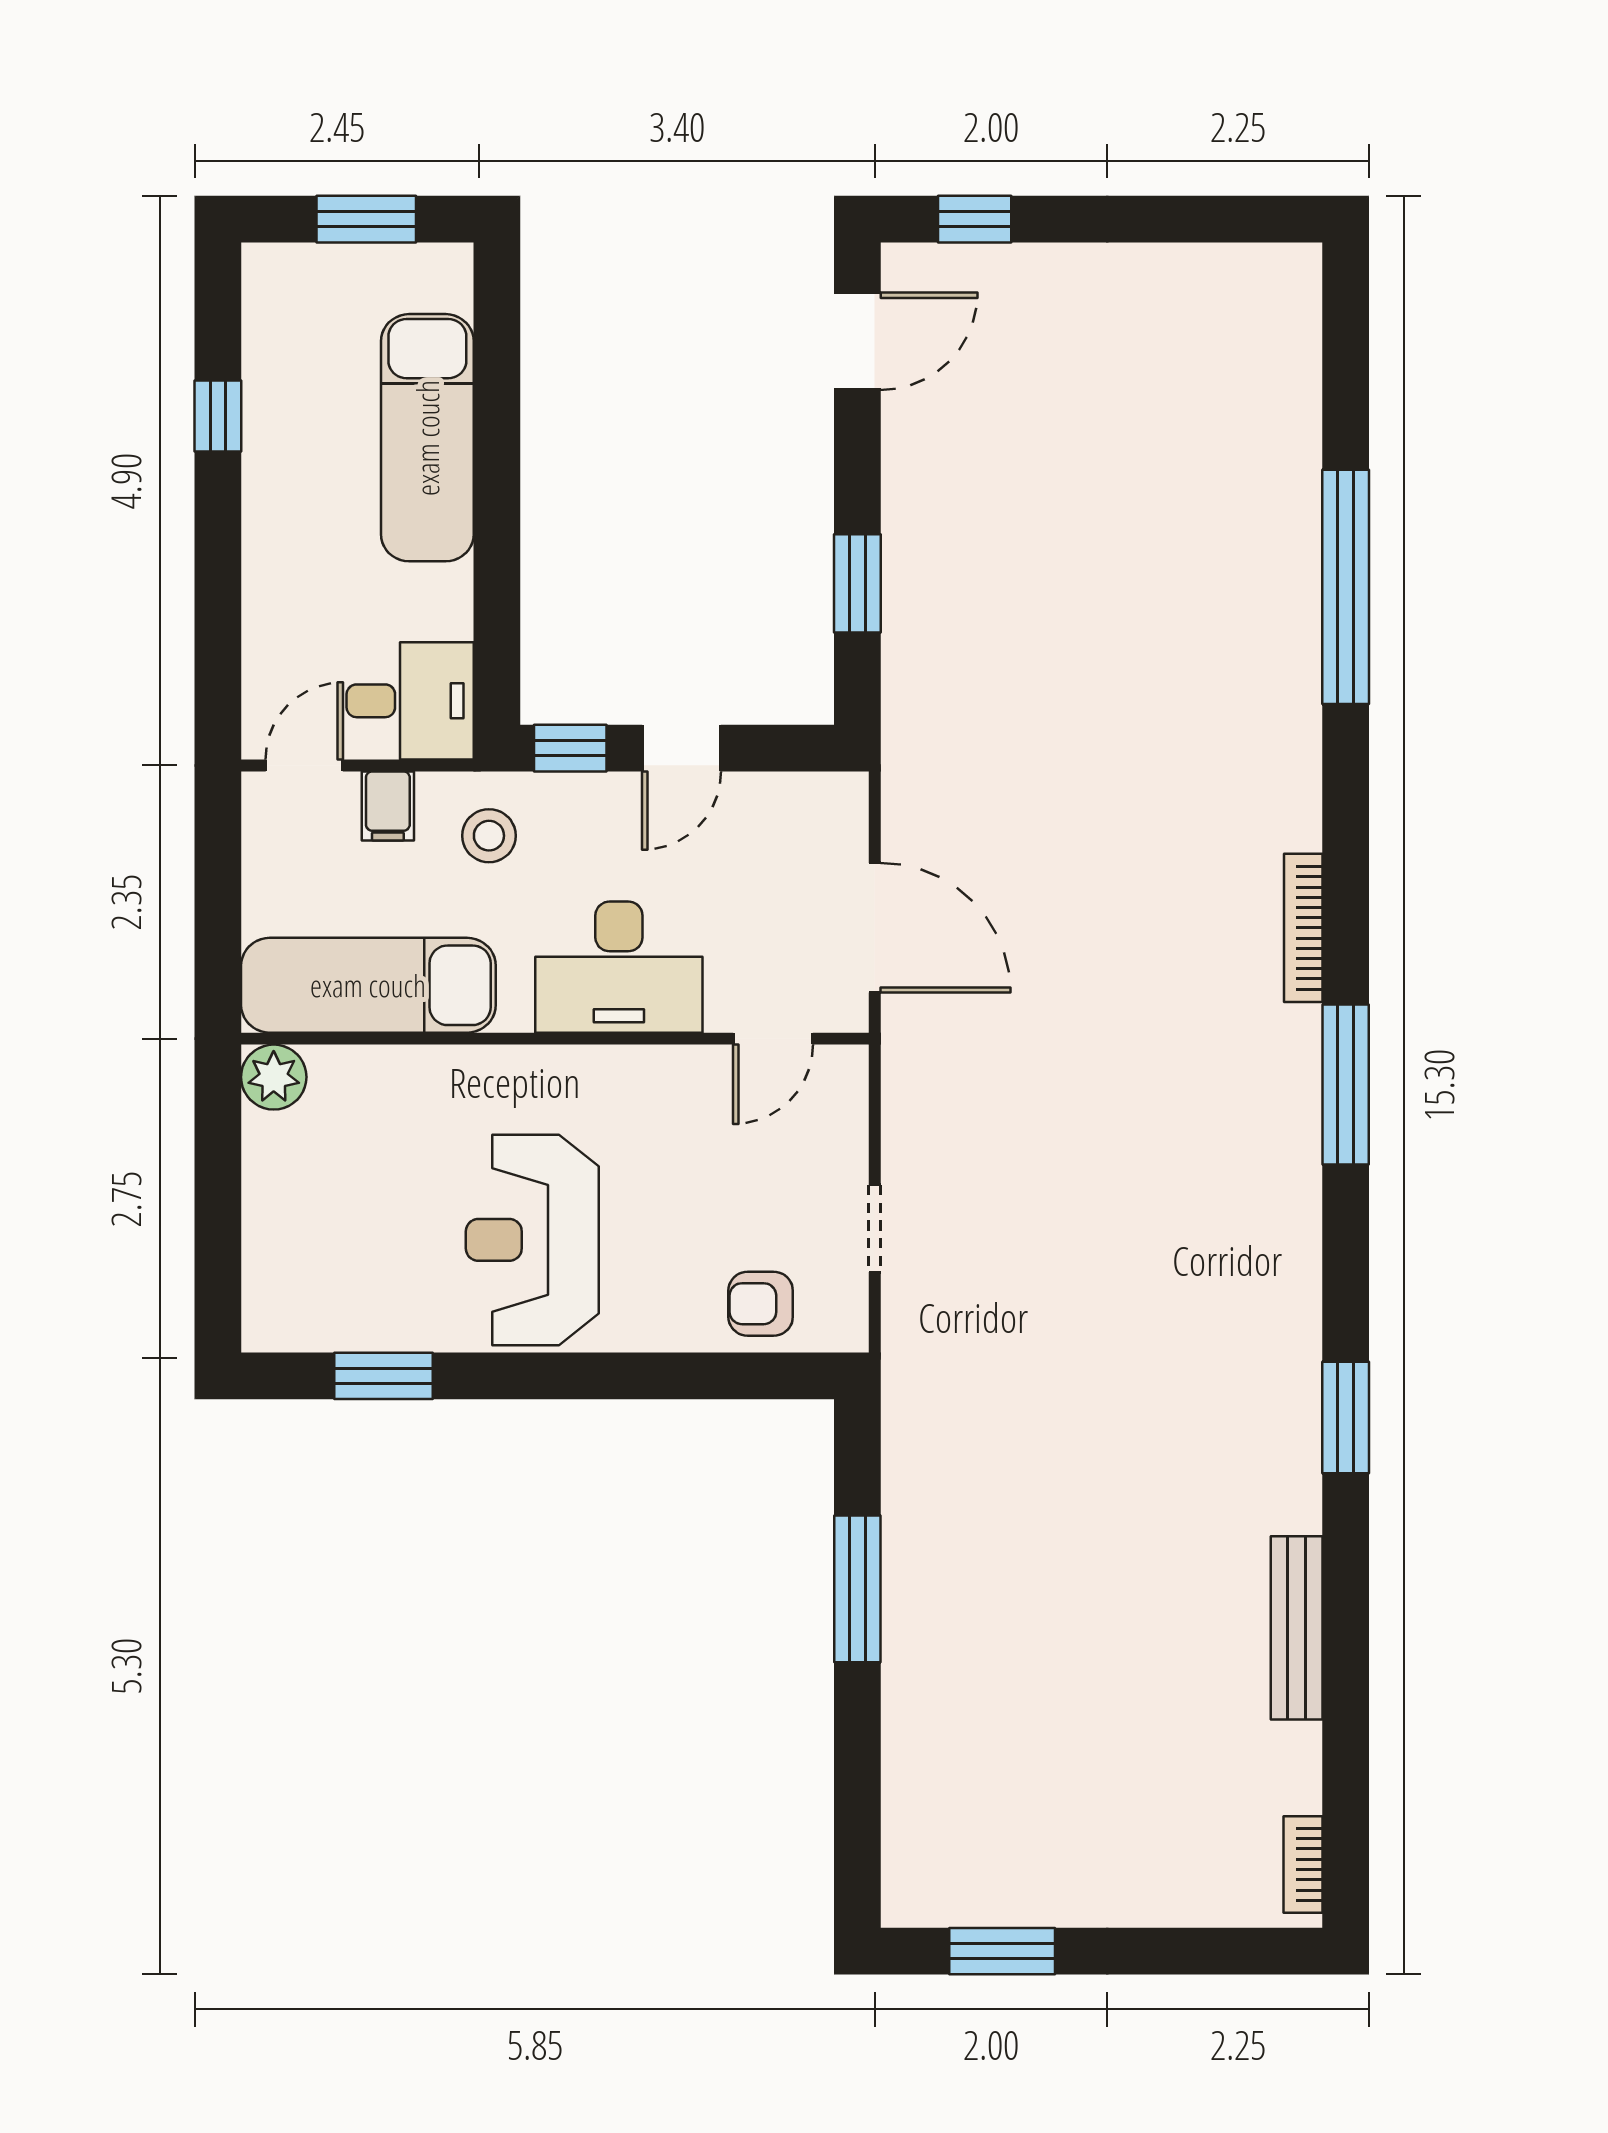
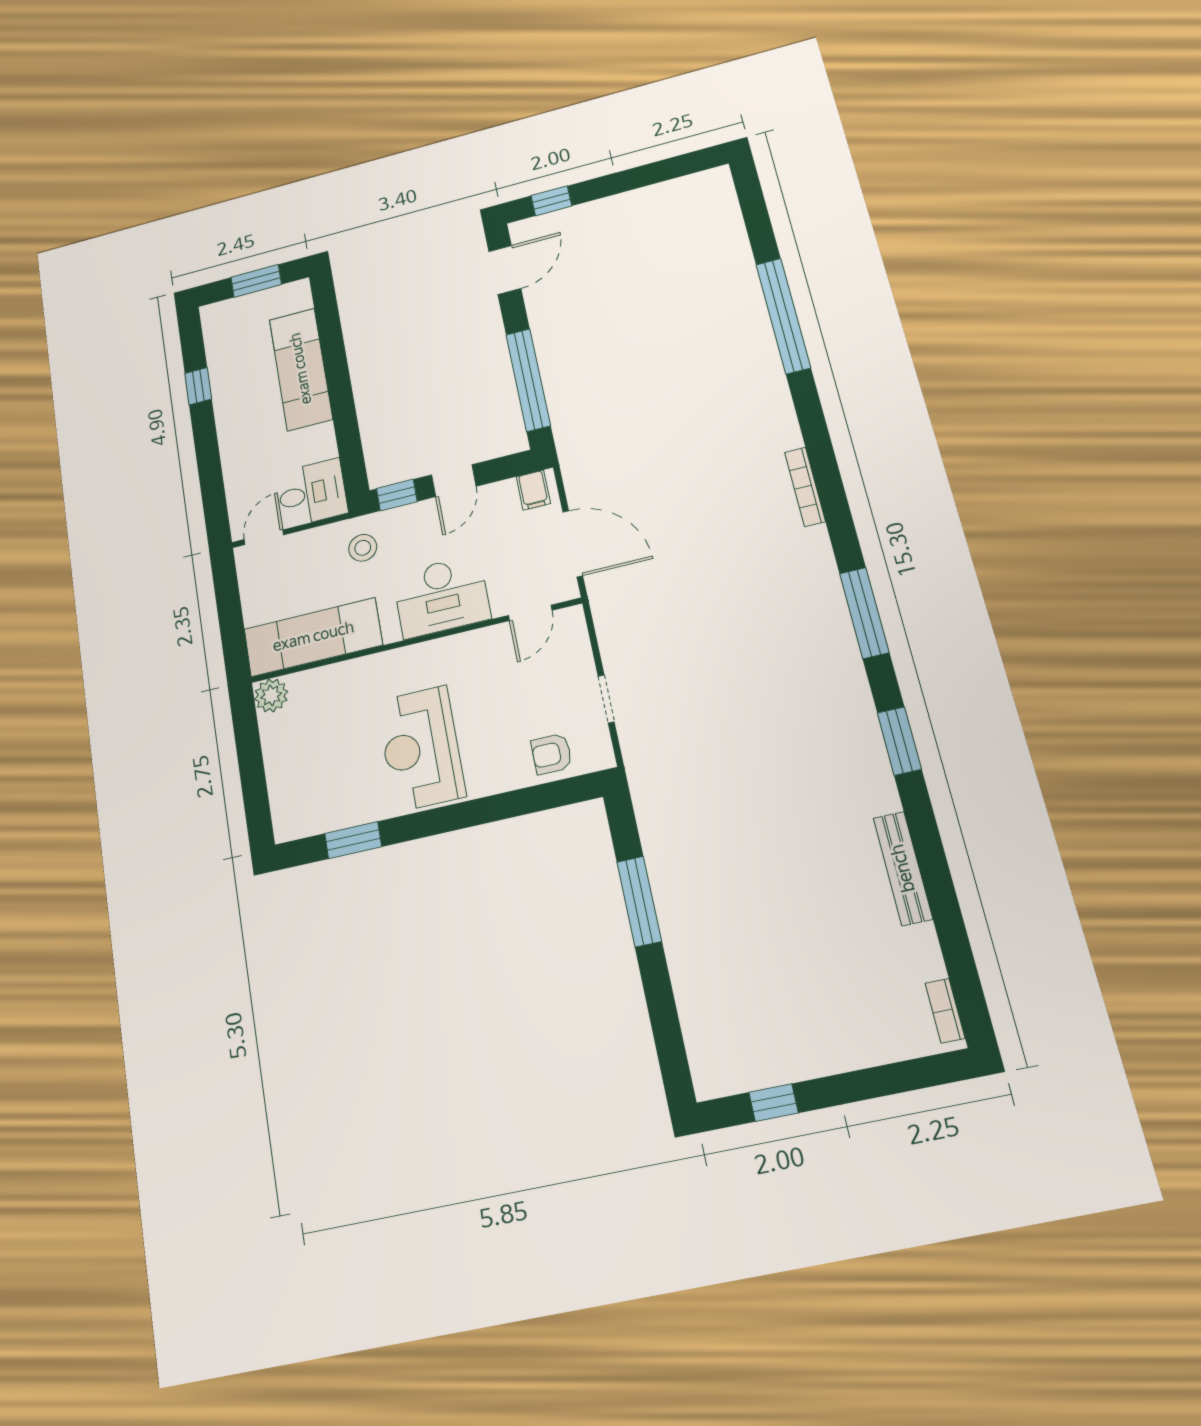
window: (857, 583) -> (528, 380), width x2.11
filing cabinet: (388, 806) -> (533, 490), moved
window: (1346, 1085) -> (864, 613), moved
window: (1002, 1951) -> (774, 1103), width x0.67

